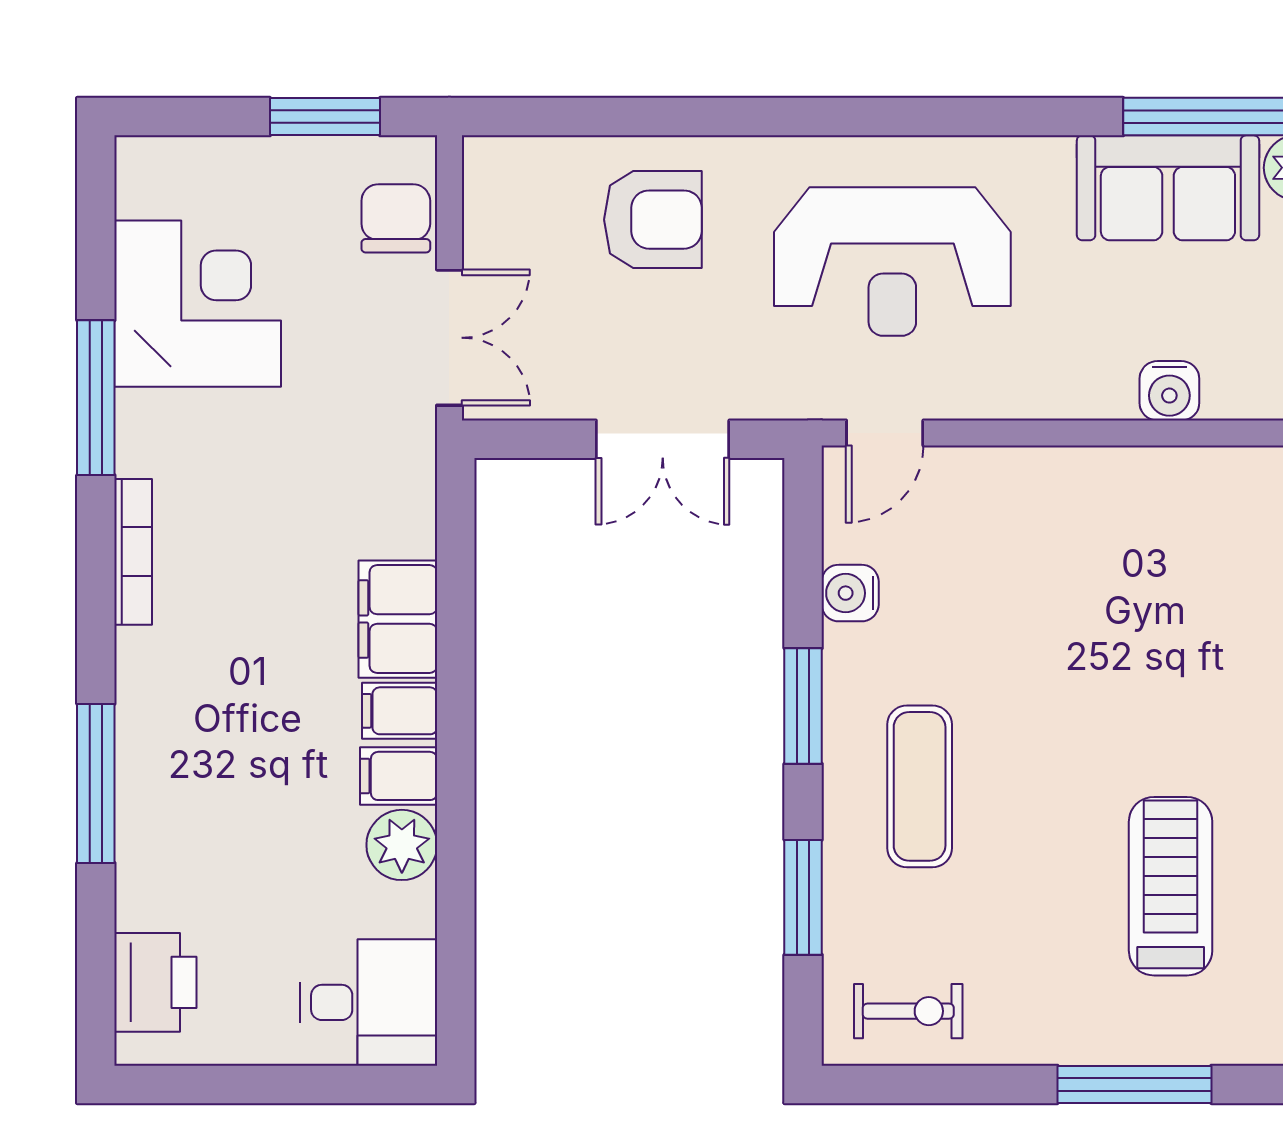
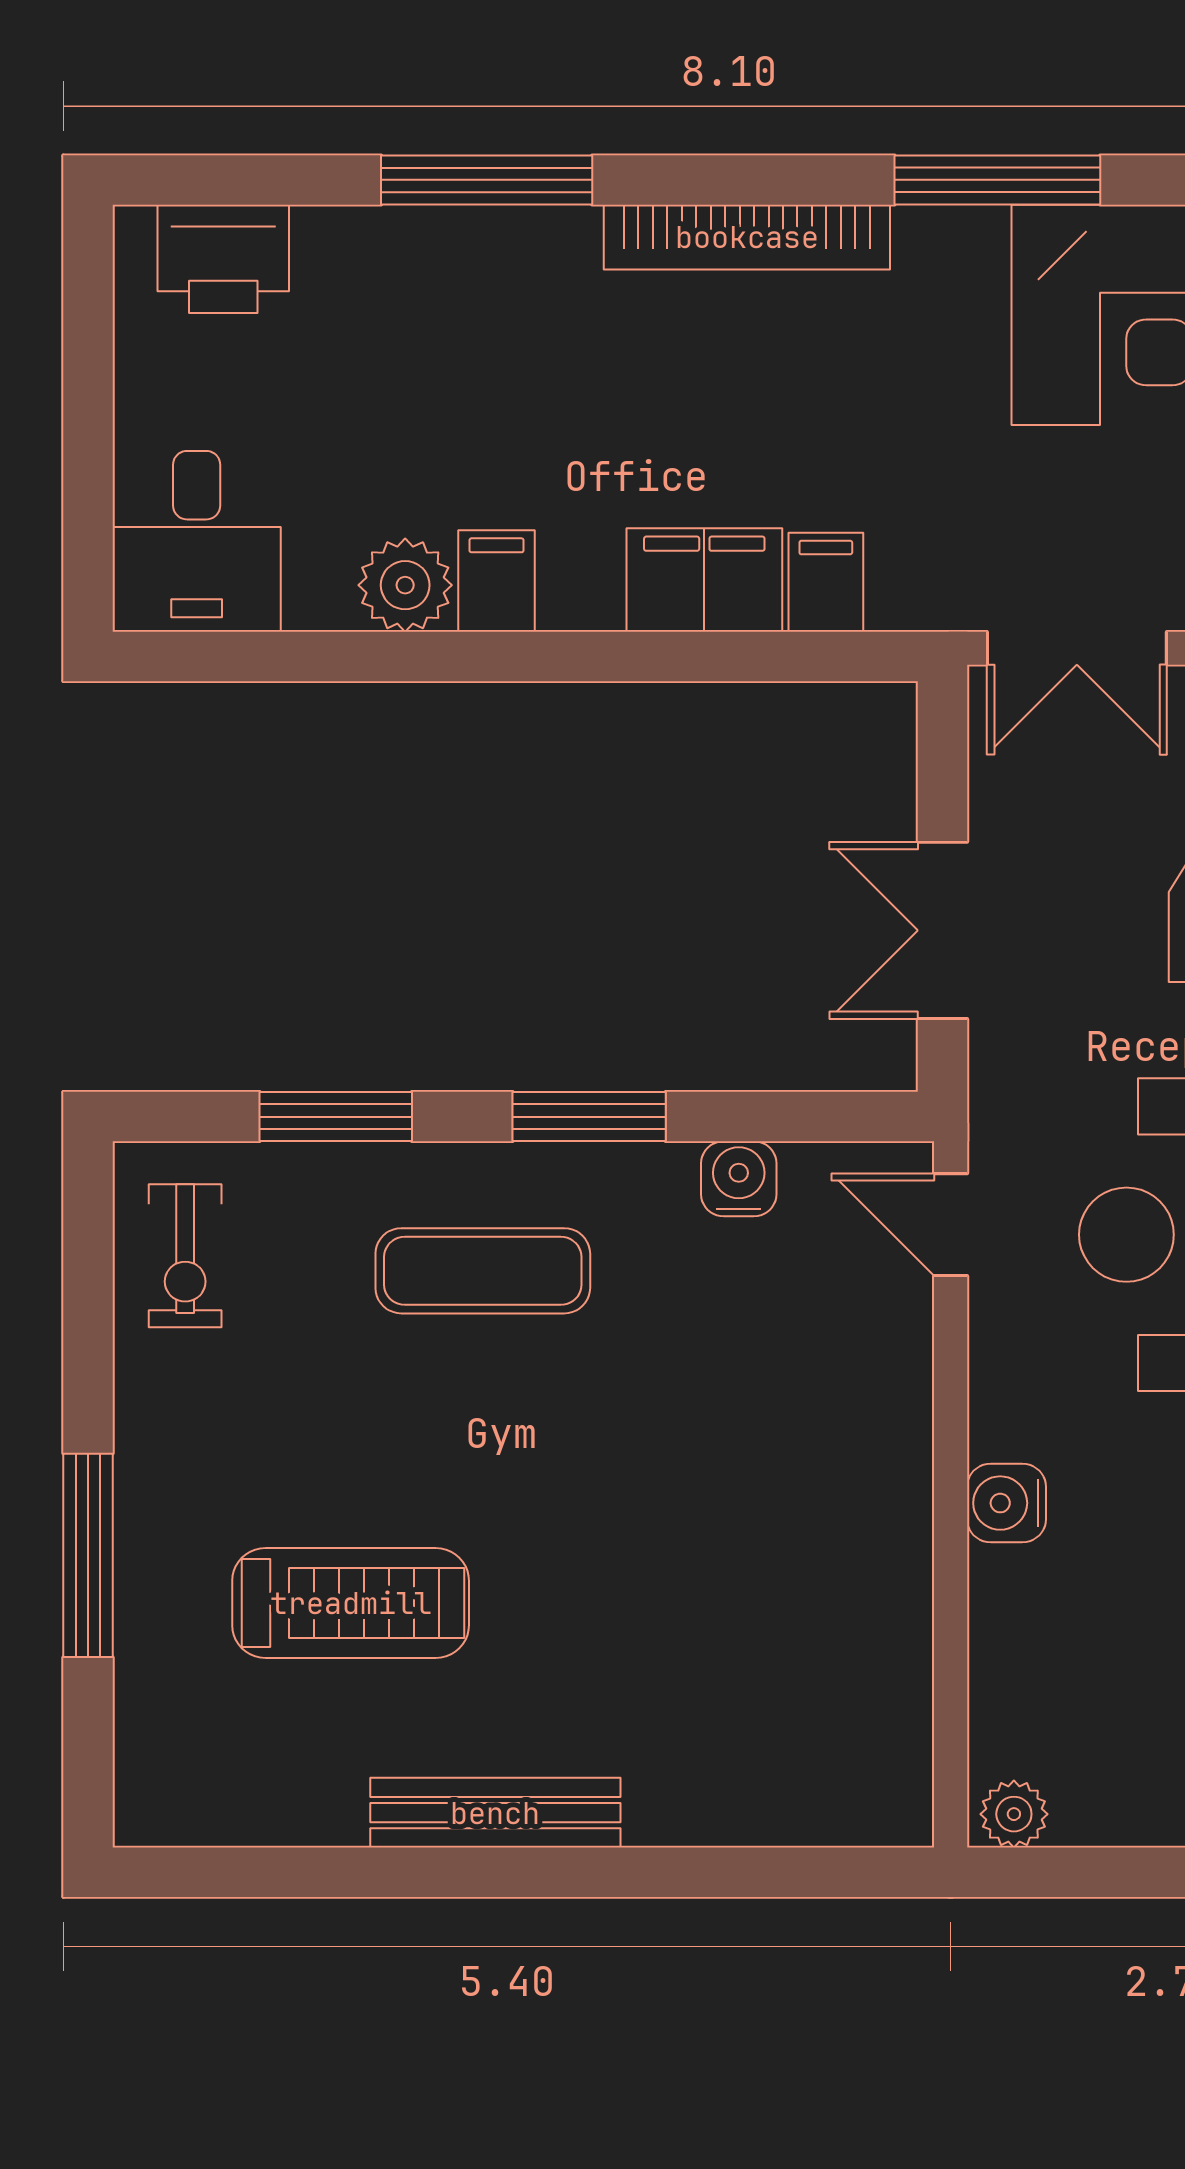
water cooler: (1169, 391) -> (1007, 1503), moved
bookcase: (133, 552) -> (747, 237), width x1.48, depth x1.31
filing cabinet: (400, 711) -> (826, 582), moved

